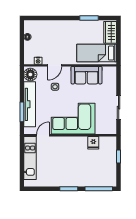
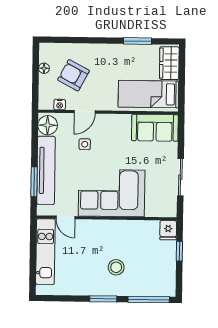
armchair: (47, 41) -> (73, 75), added
sofa: (86, 75) -> (155, 128), moved
door: (43, 135) -> (65, 217), swing flipped
fridge: (93, 143) -> (168, 230), moved
stool: (77, 168) -> (116, 267), added

